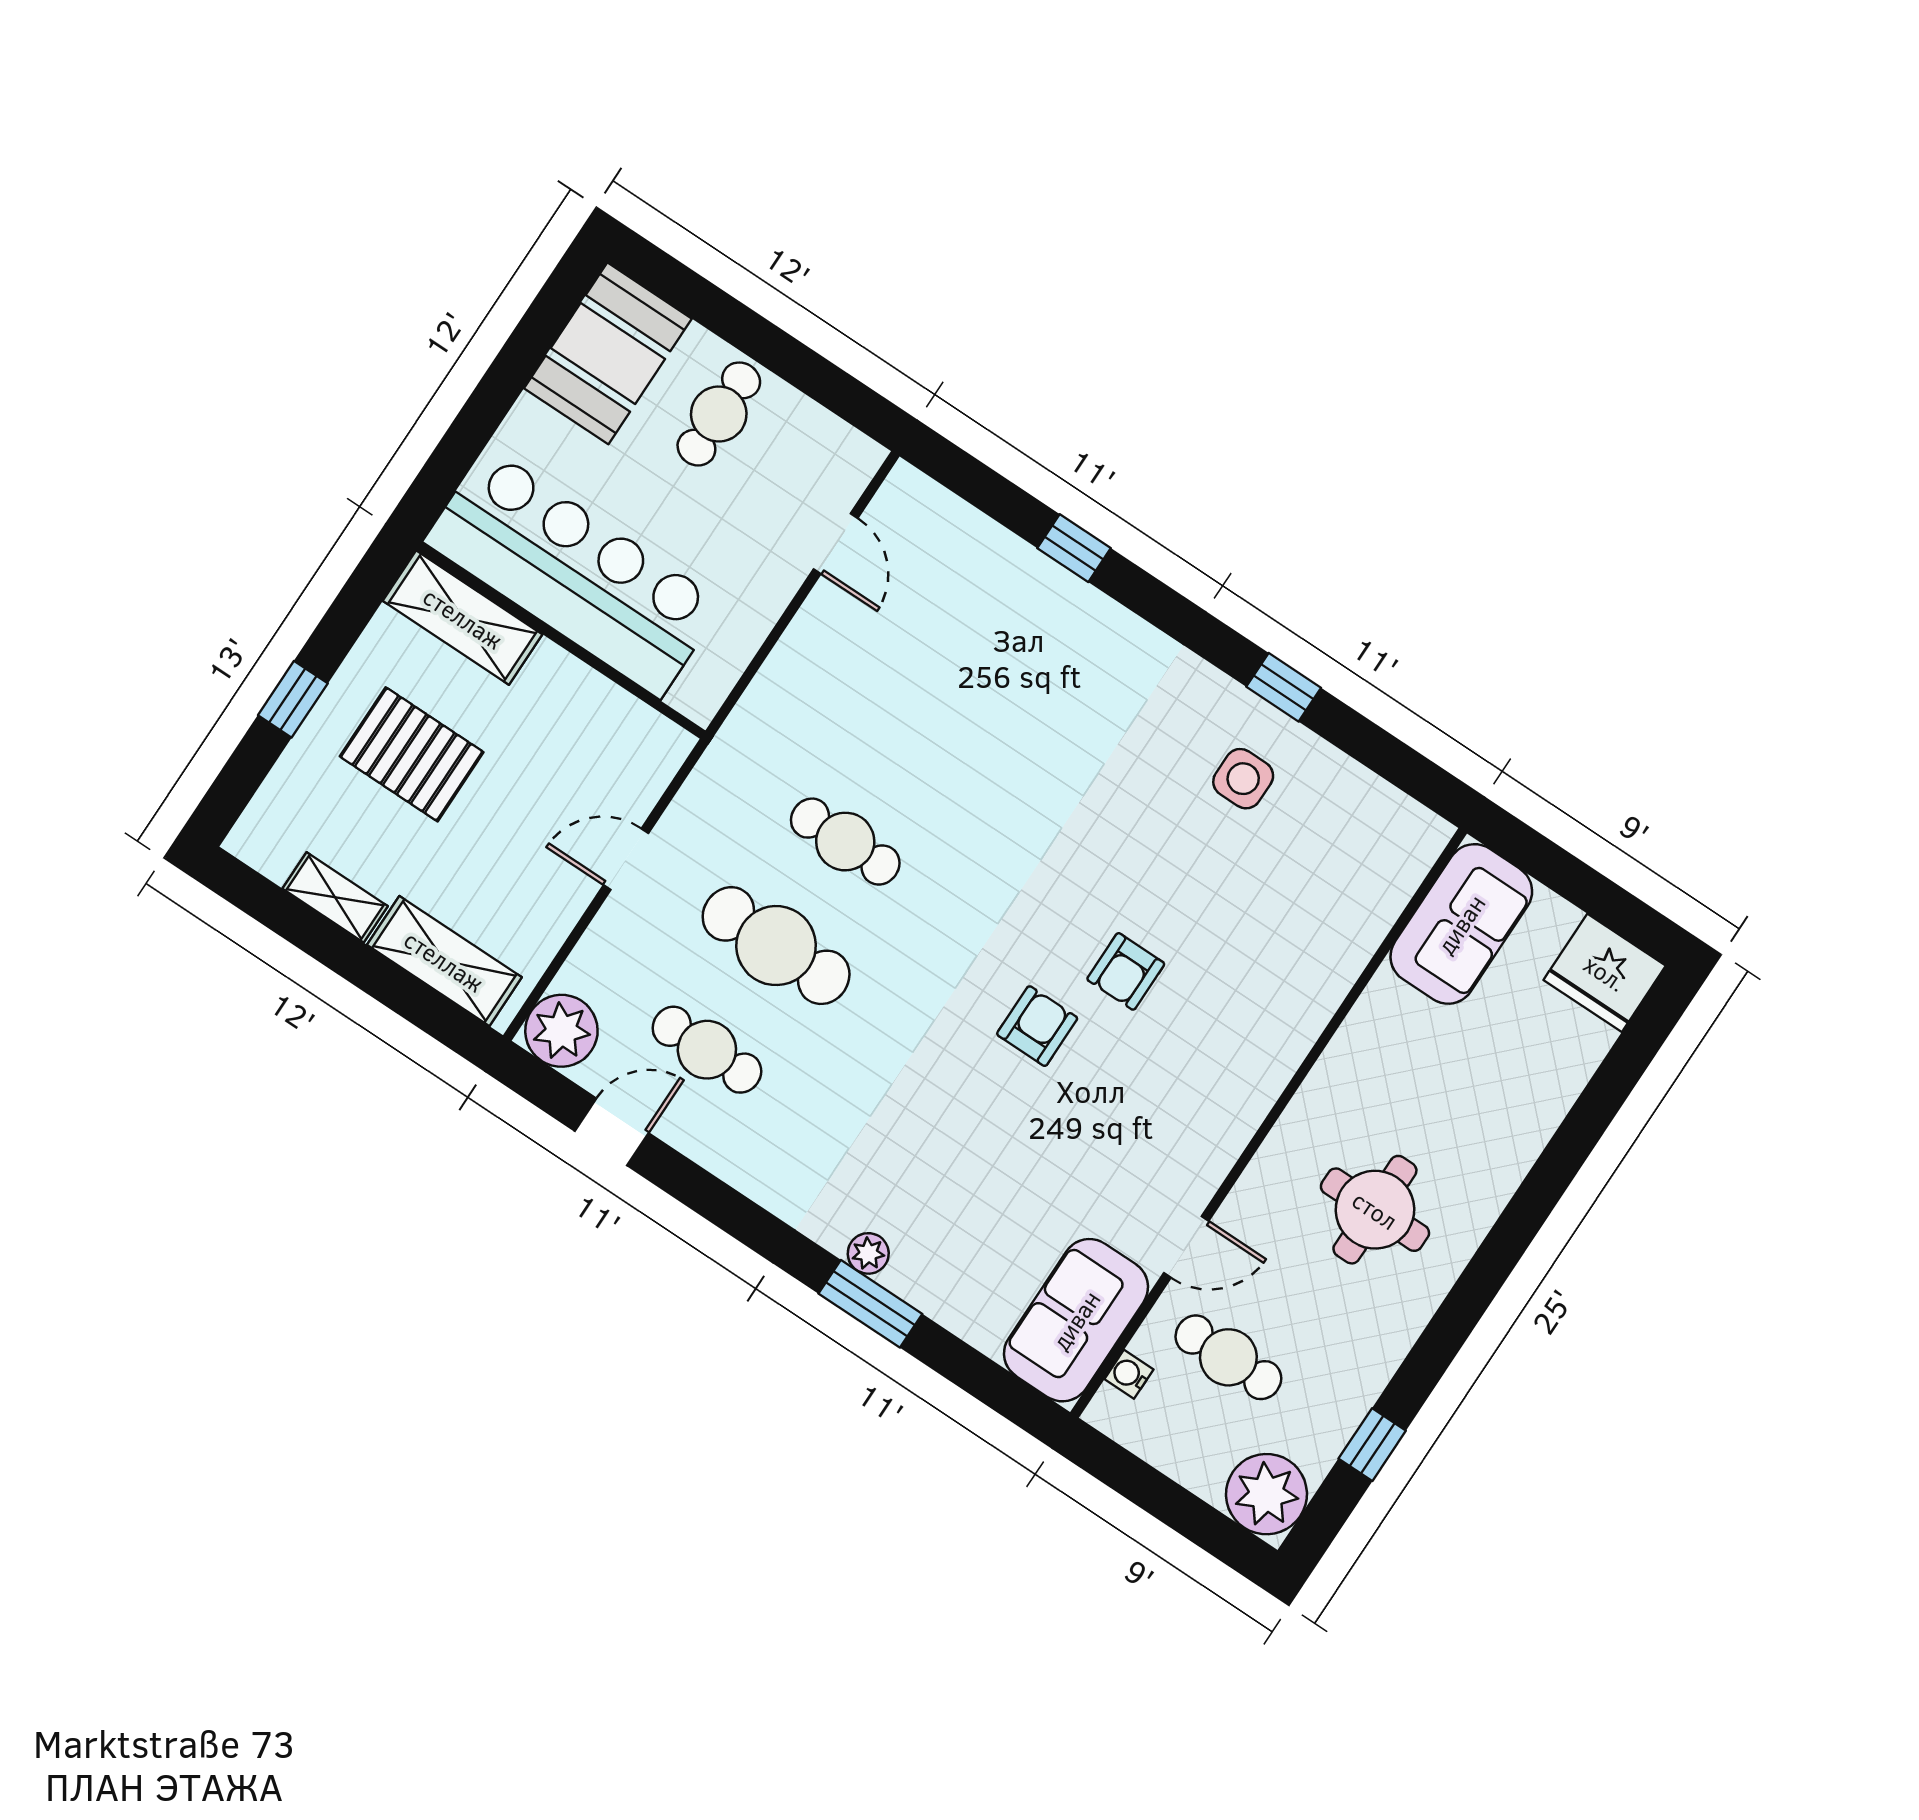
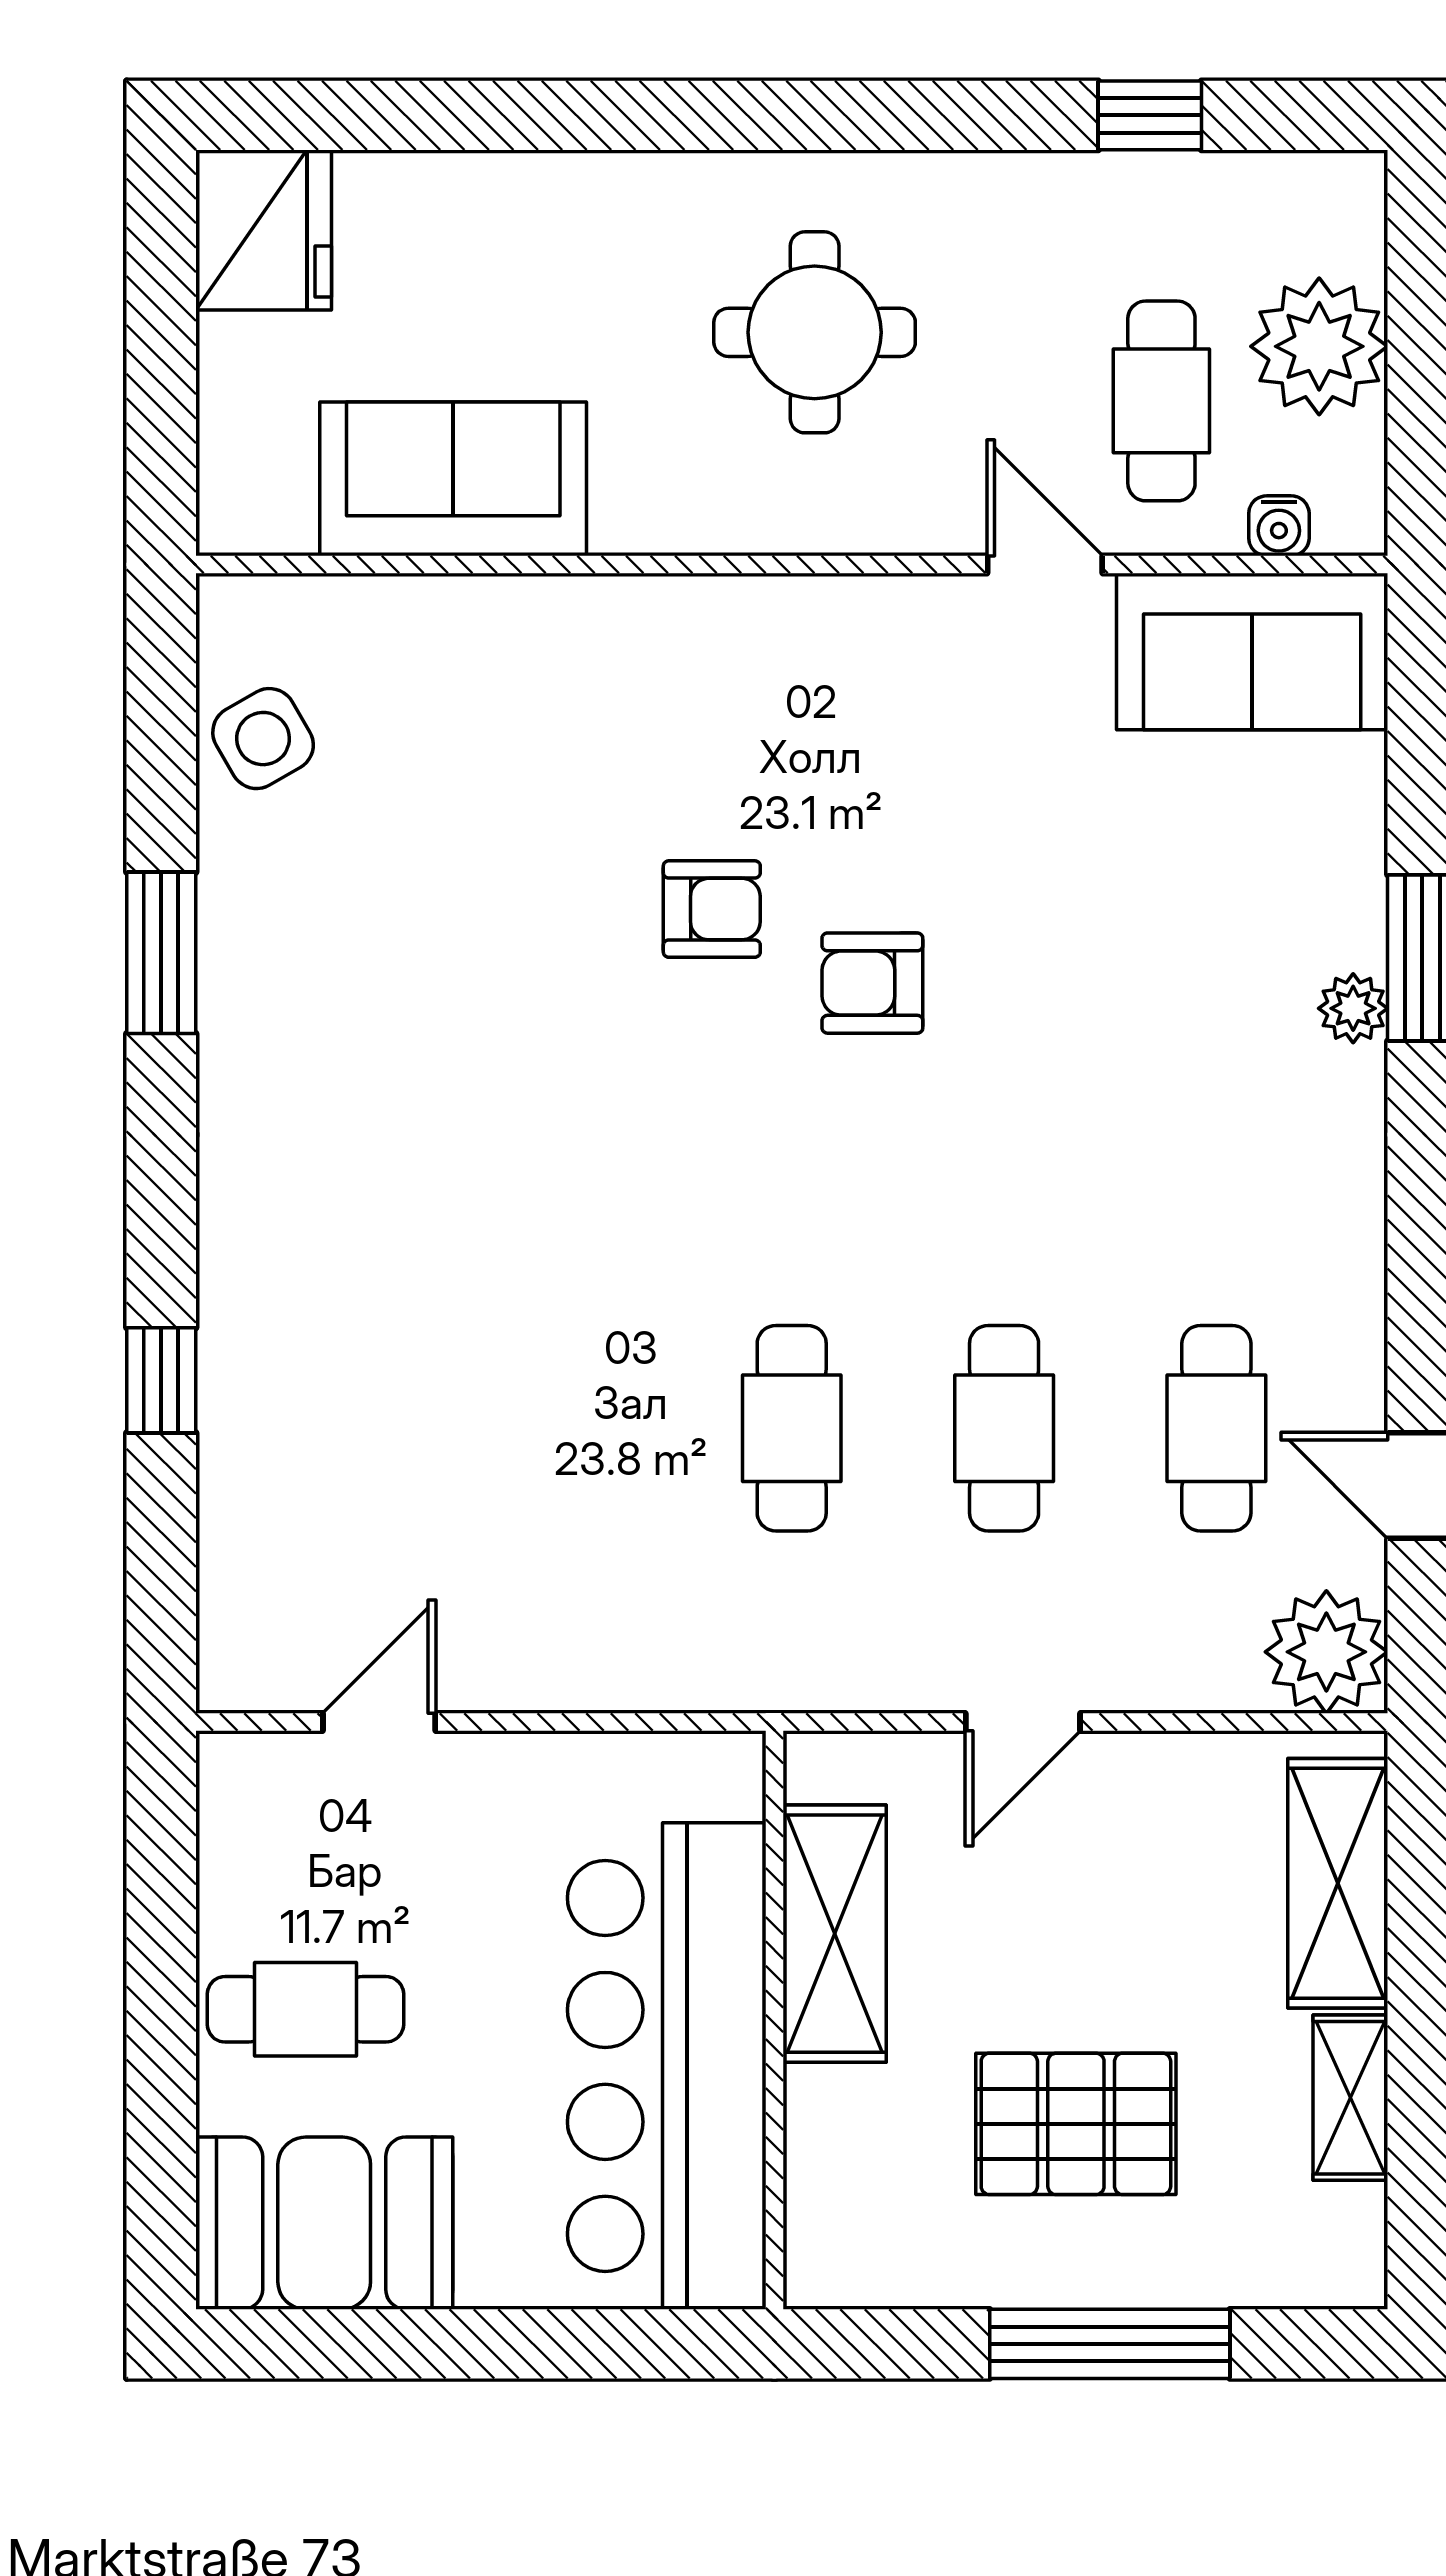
shelving: (463, 618) -> (835, 1934), moved
window: (1284, 687) -> (161, 953), width x1.50
window: (293, 699) -> (1110, 2344), width x2.17
pallet: (412, 754) -> (1076, 2124), turned 90
side table: (1243, 779) -> (263, 739), moved, turned -30
door: (626, 859) -> (1023, 1722), hinge flipped
sofa: (1461, 924) -> (453, 479), moved
cafe table: (776, 946) -> (1004, 1428), width x0.73, depth x0.74
plant: (1266, 1494) -> (1319, 346), moved

